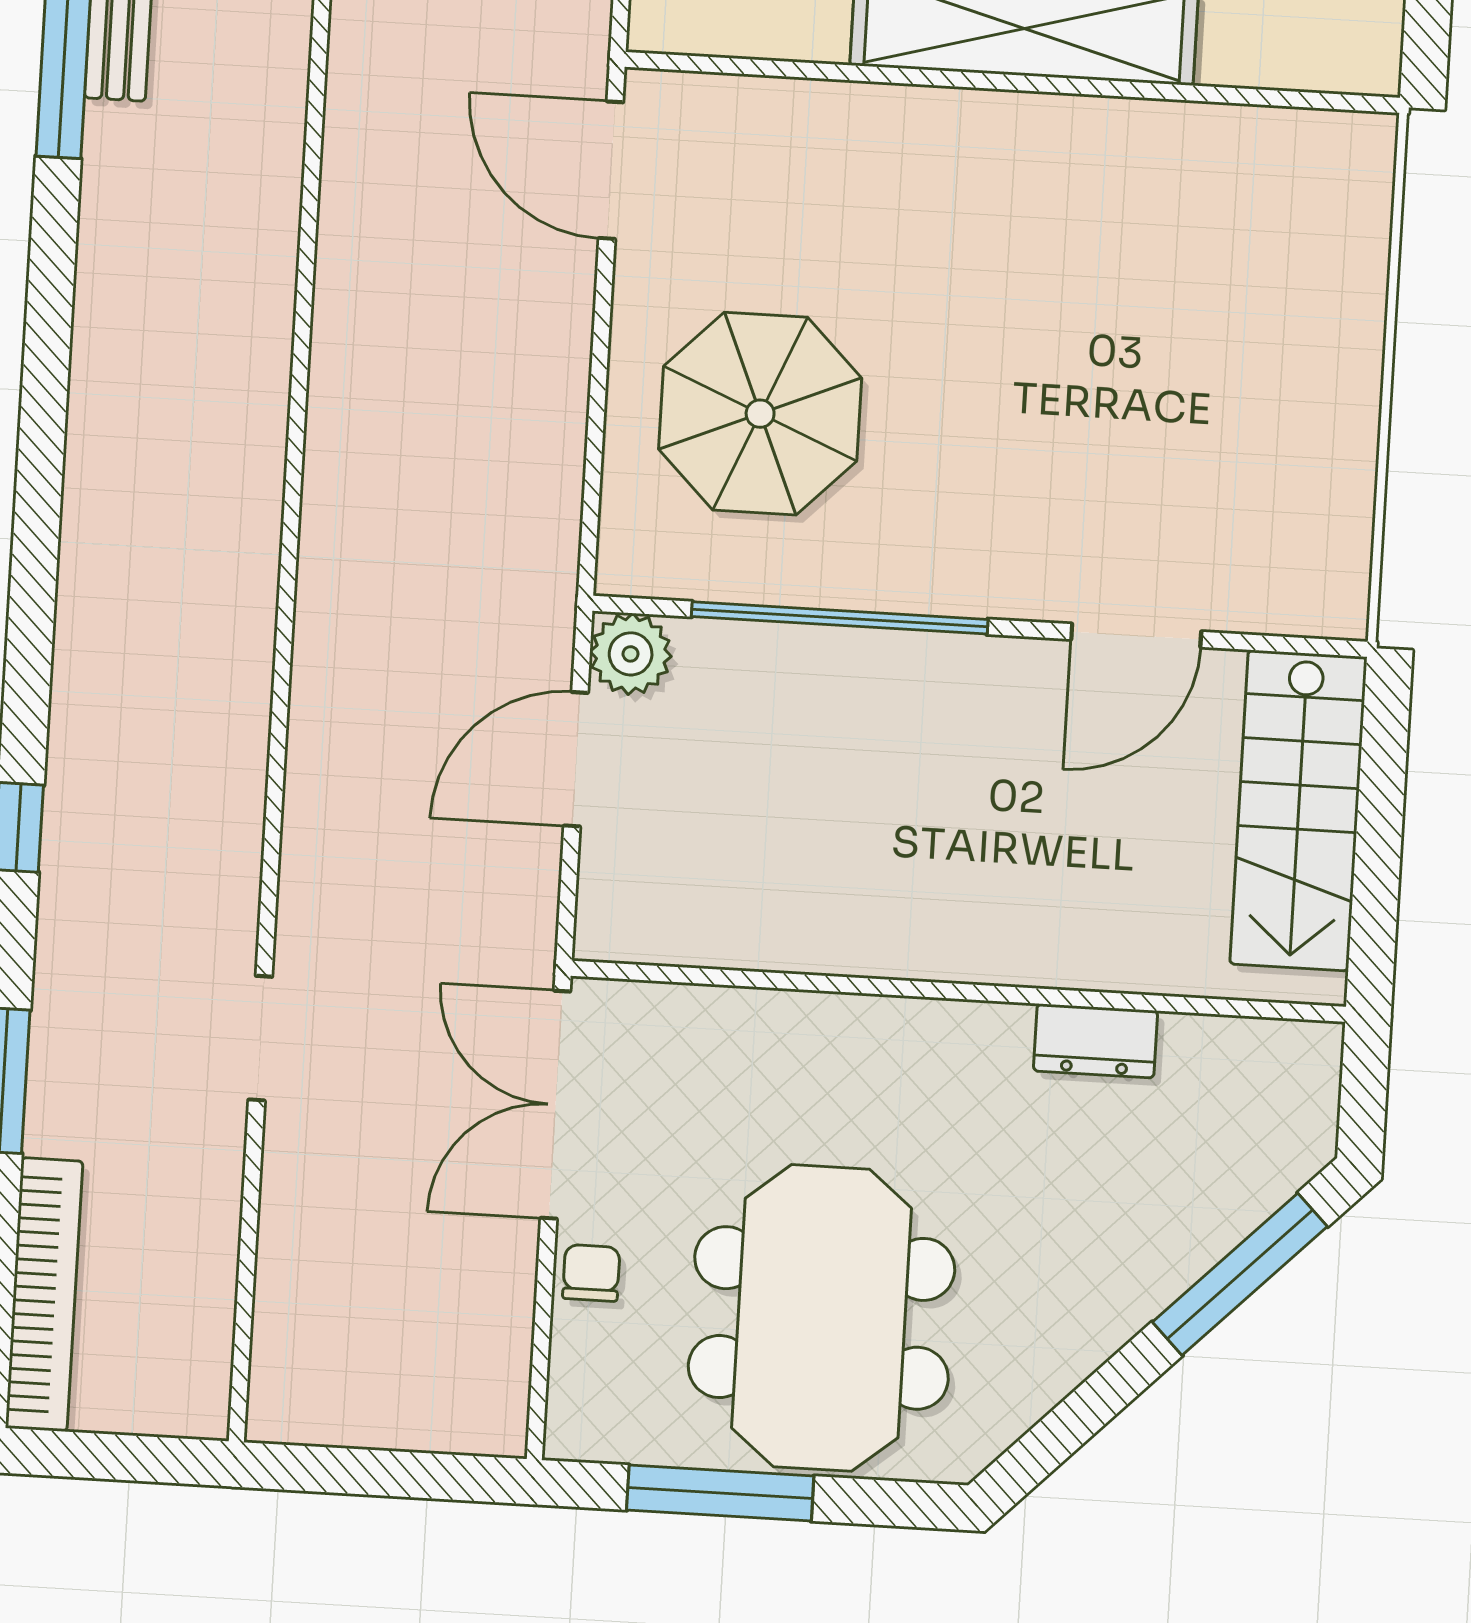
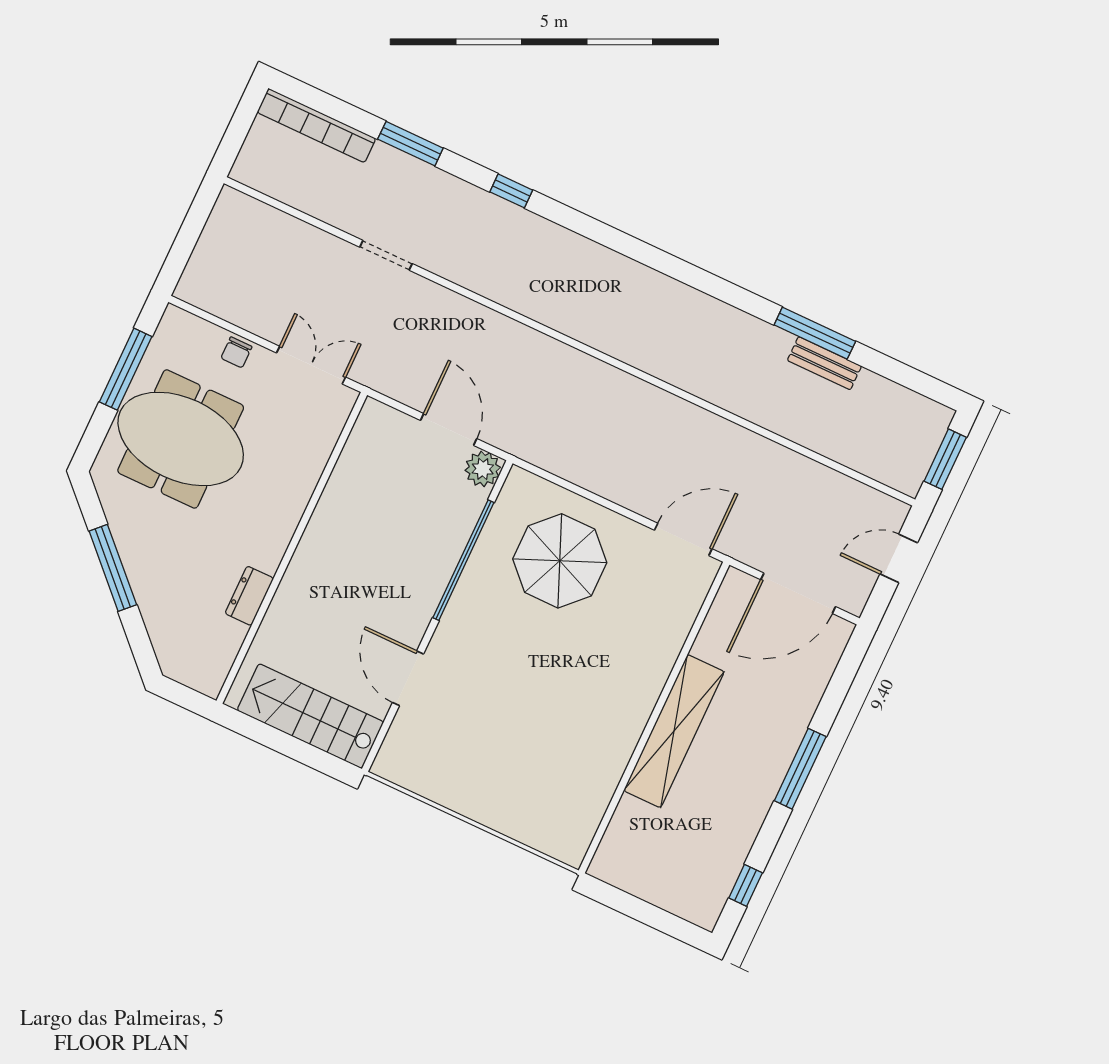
double door: (555, 1105) -> (311, 365), width x0.73
chair: (591, 1273) -> (236, 352), turned 90
window: (1240, 1274) -> (113, 568), moved

